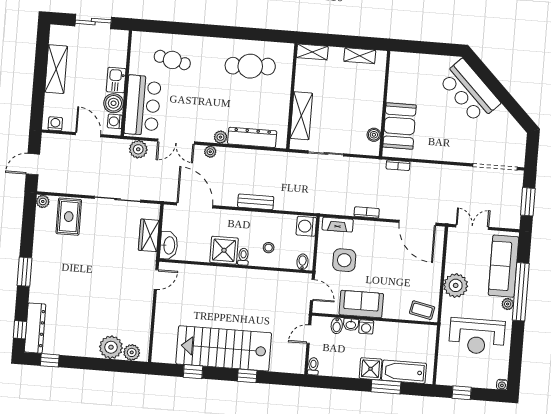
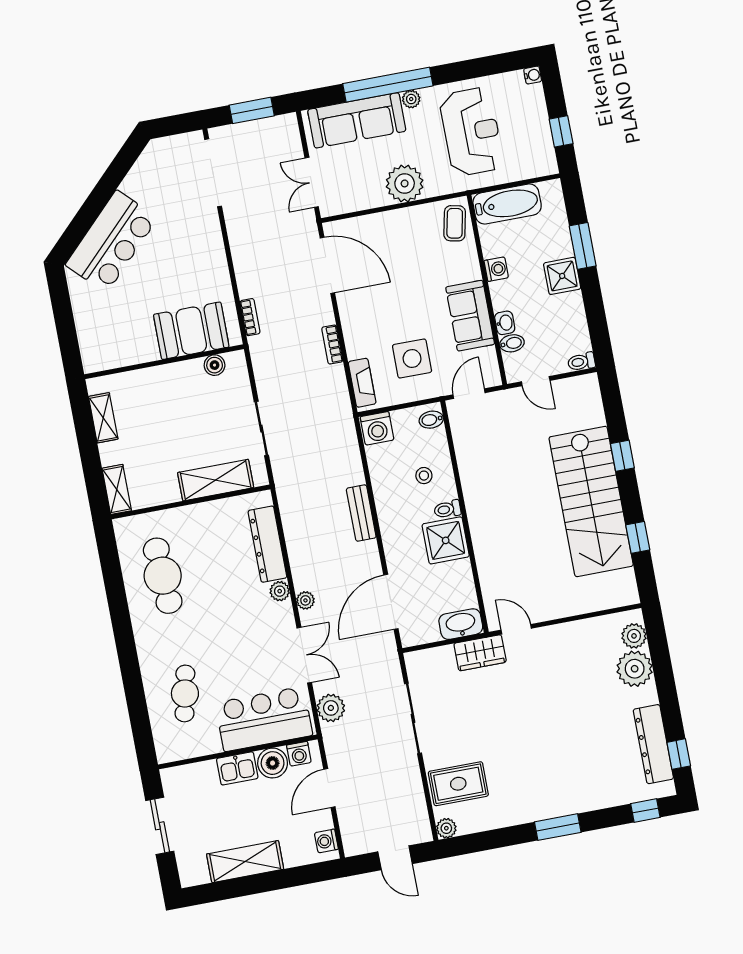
door: (417, 223) -> (327, 265), hinge flipped
wardrobe: (149, 235) -> (480, 653), moved
washing machine: (366, 327) -> (496, 269), moved
dresser: (35, 328) -> (653, 744), moved, turned -90
bathtub: (404, 372) -> (507, 204), moved, turned -90

